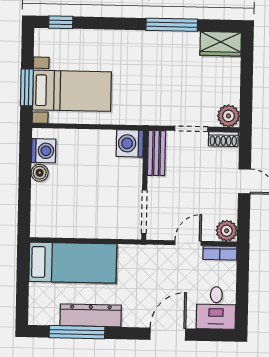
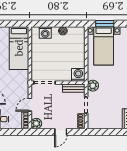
plant: (228, 116) -> (93, 86), moved
washing machine: (44, 151) -> (45, 32), moved
door: (188, 243) -> (30, 105), swing flipped

